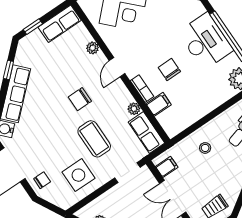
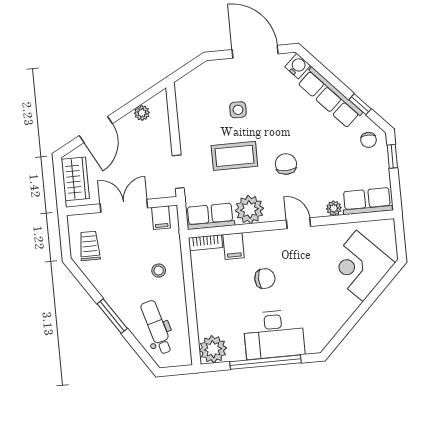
row of seats: (60, 24) -> (367, 201), moved, turned 90
bookcase: (142, 89) -> (206, 243), moved
plant: (134, 109) -> (249, 210), width x1.87, depth x1.87
side table: (78, 175) -> (238, 110), moved, width x0.54, depth x0.54
chair: (42, 180) -> (369, 140), moved

